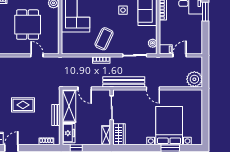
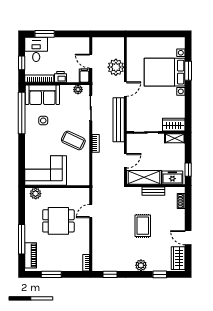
printer: (165, 27) -> (60, 77), added
plant: (194, 79) -> (116, 67), moved

